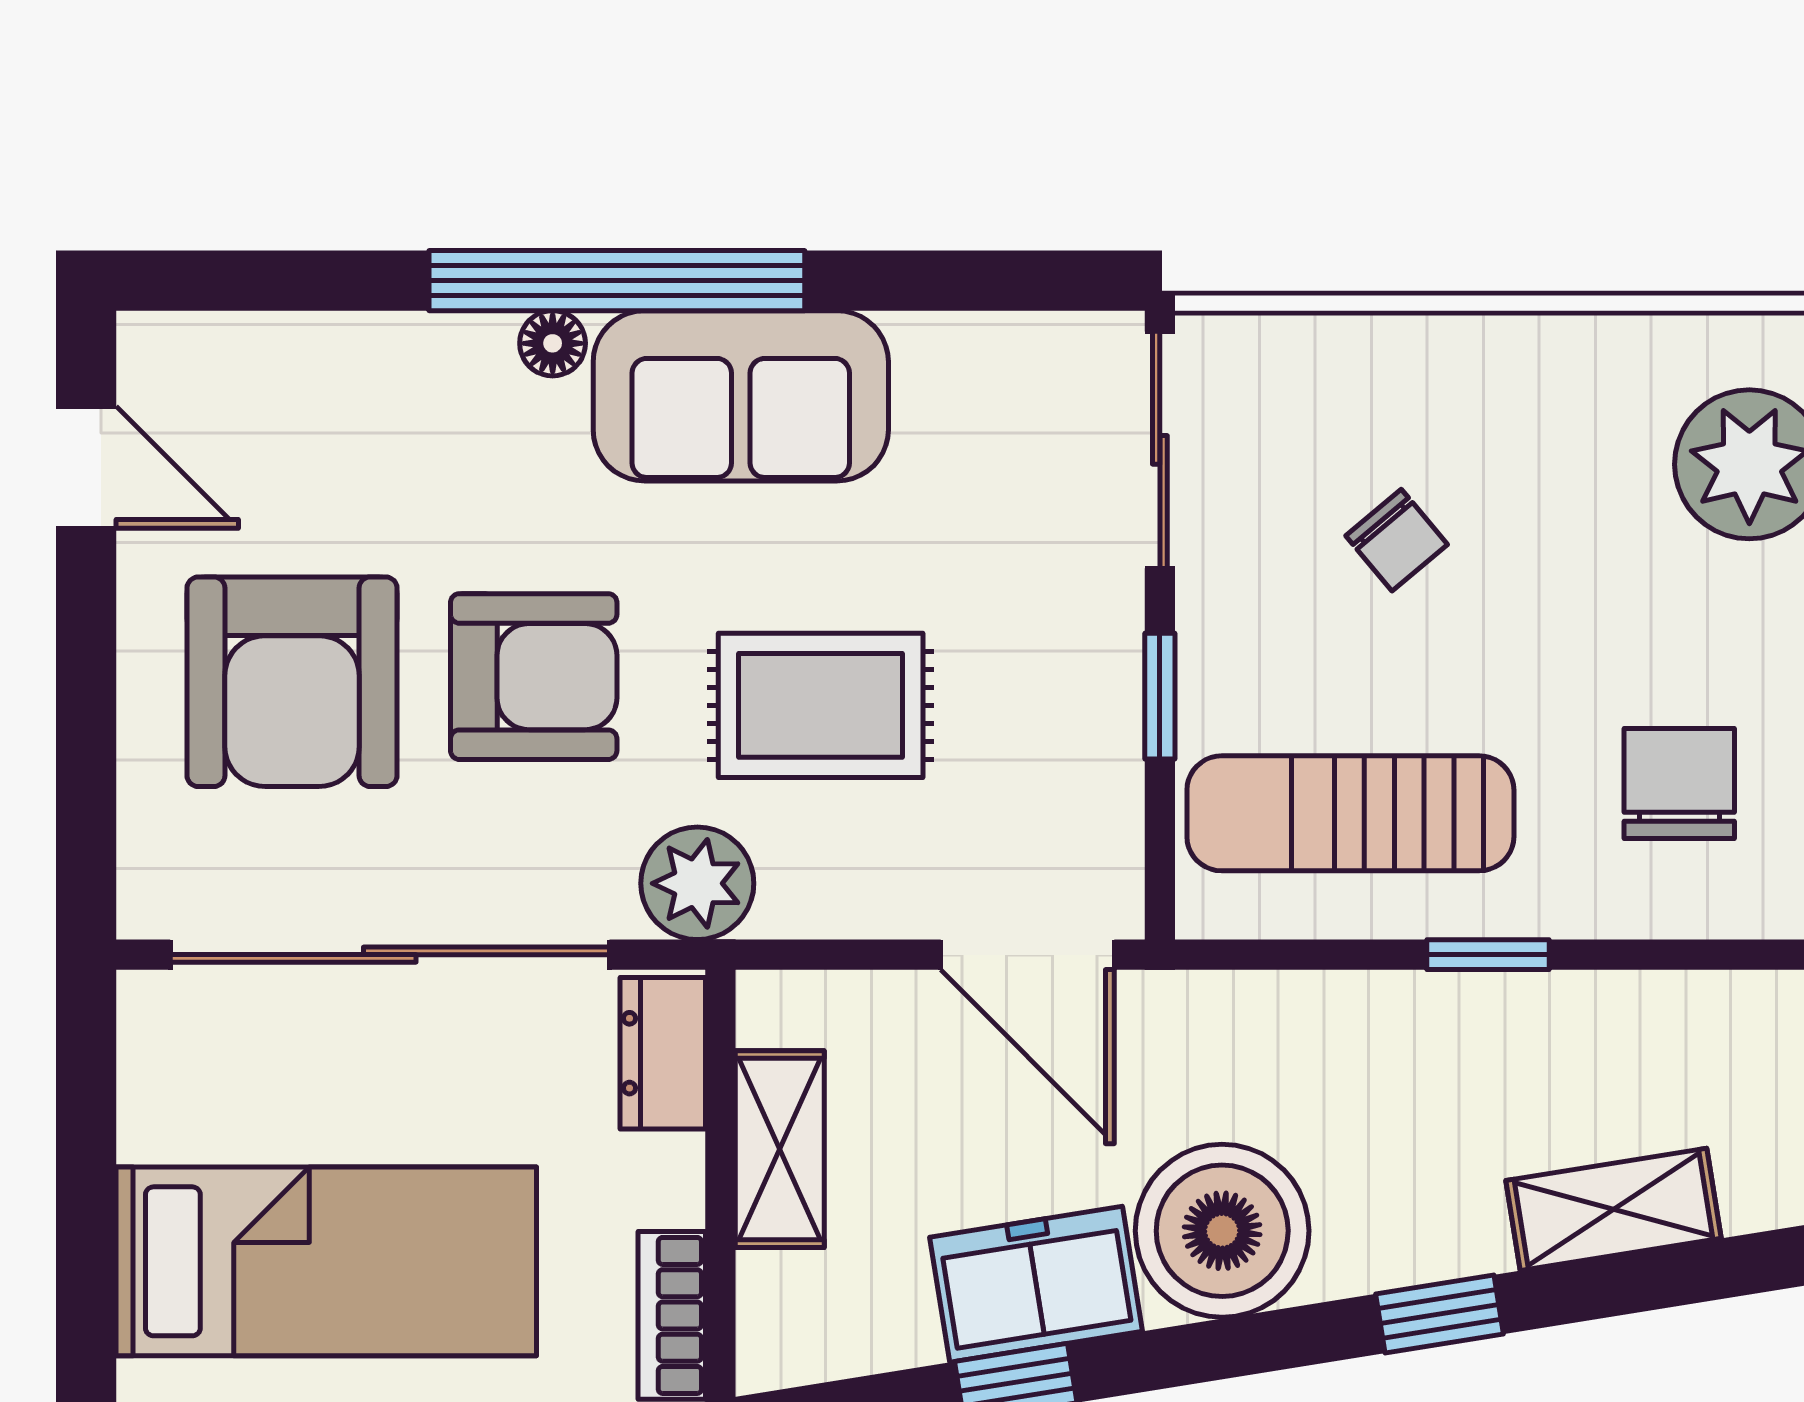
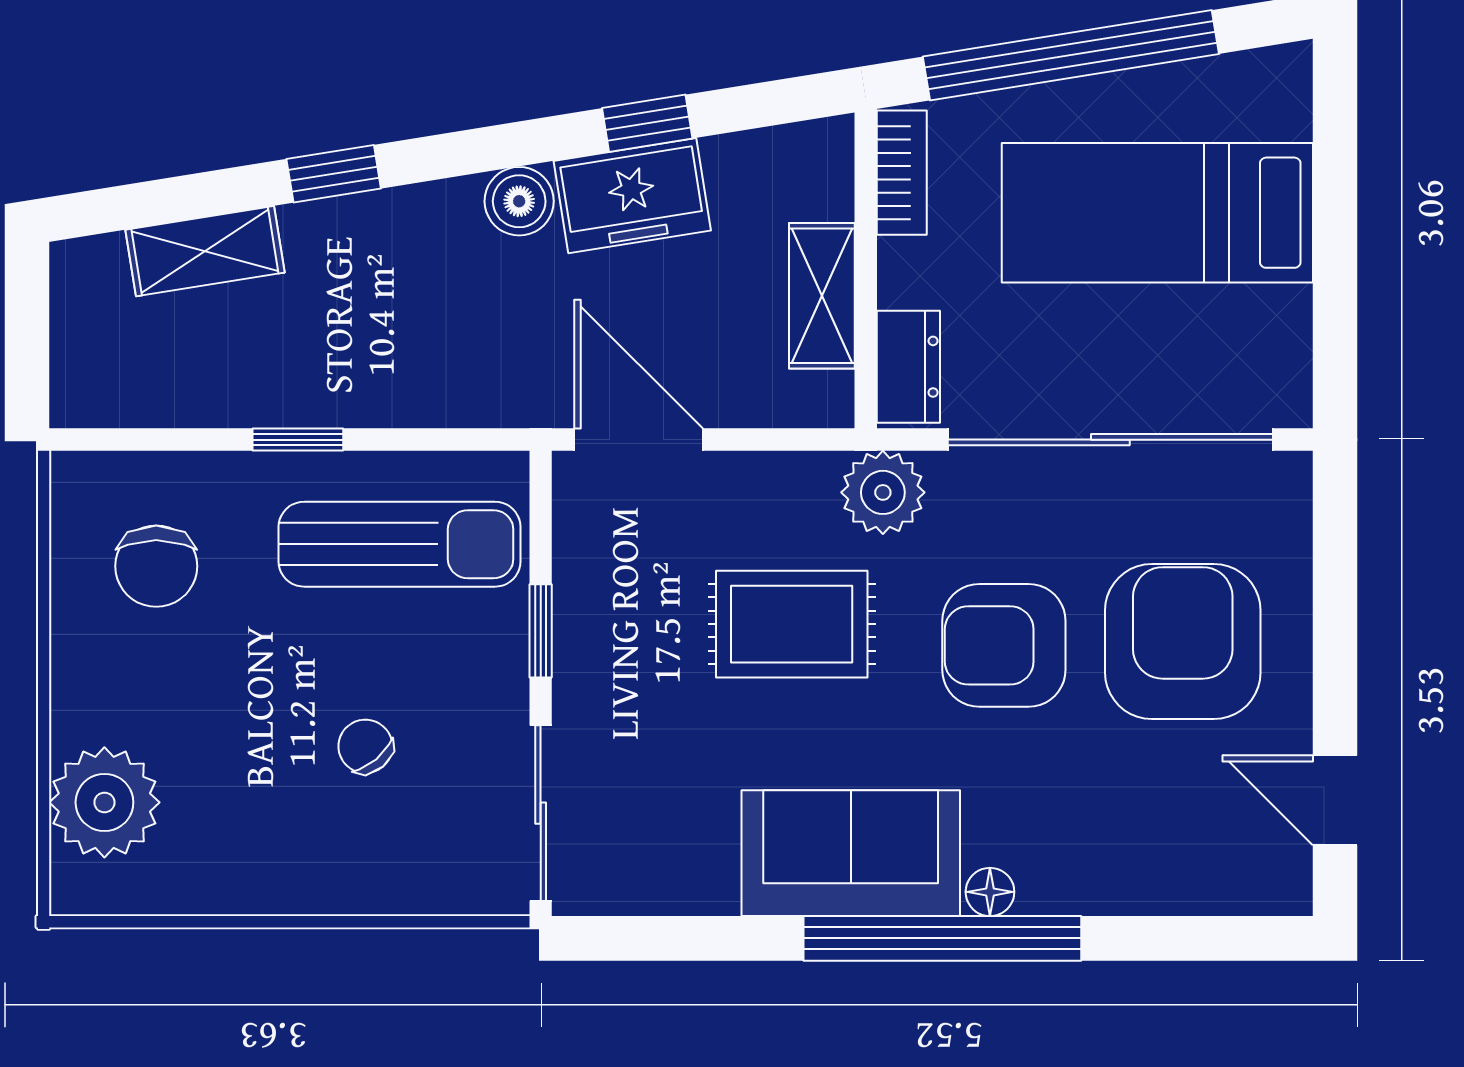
boiler: (1222, 1231) -> (519, 201), width x0.54, depth x0.54

